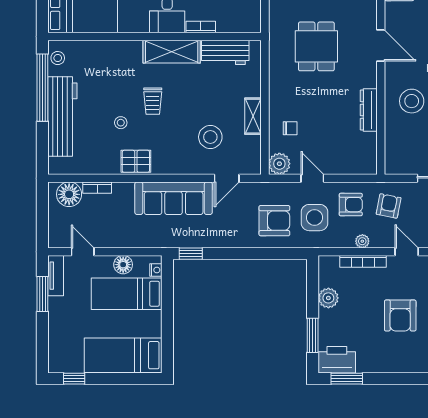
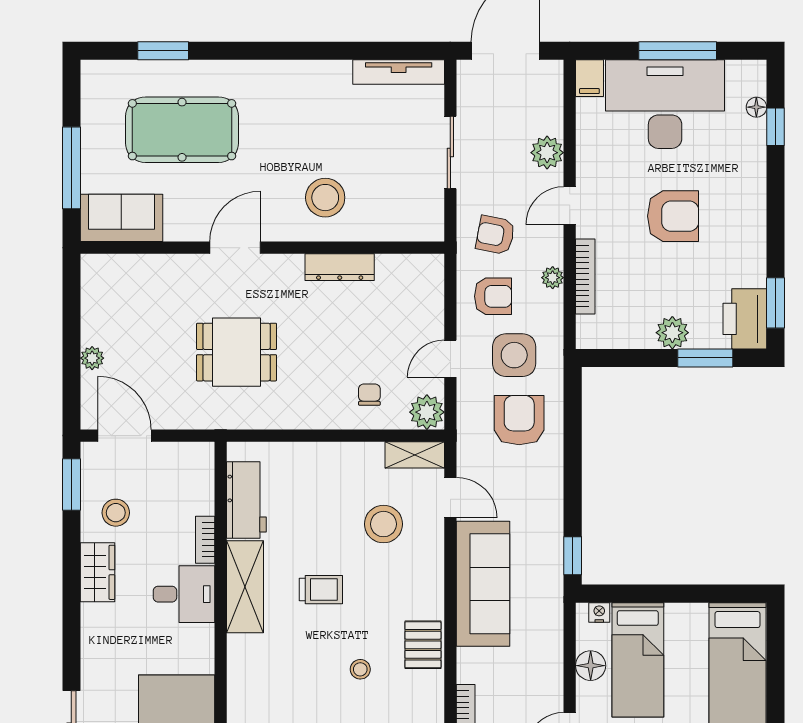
trolley: (153, 101) -> (321, 590), moved
shelving: (253, 116) -> (415, 455), moved
armchair: (351, 205) -> (493, 296), turned 90
plant: (328, 298) -> (672, 333), moved

